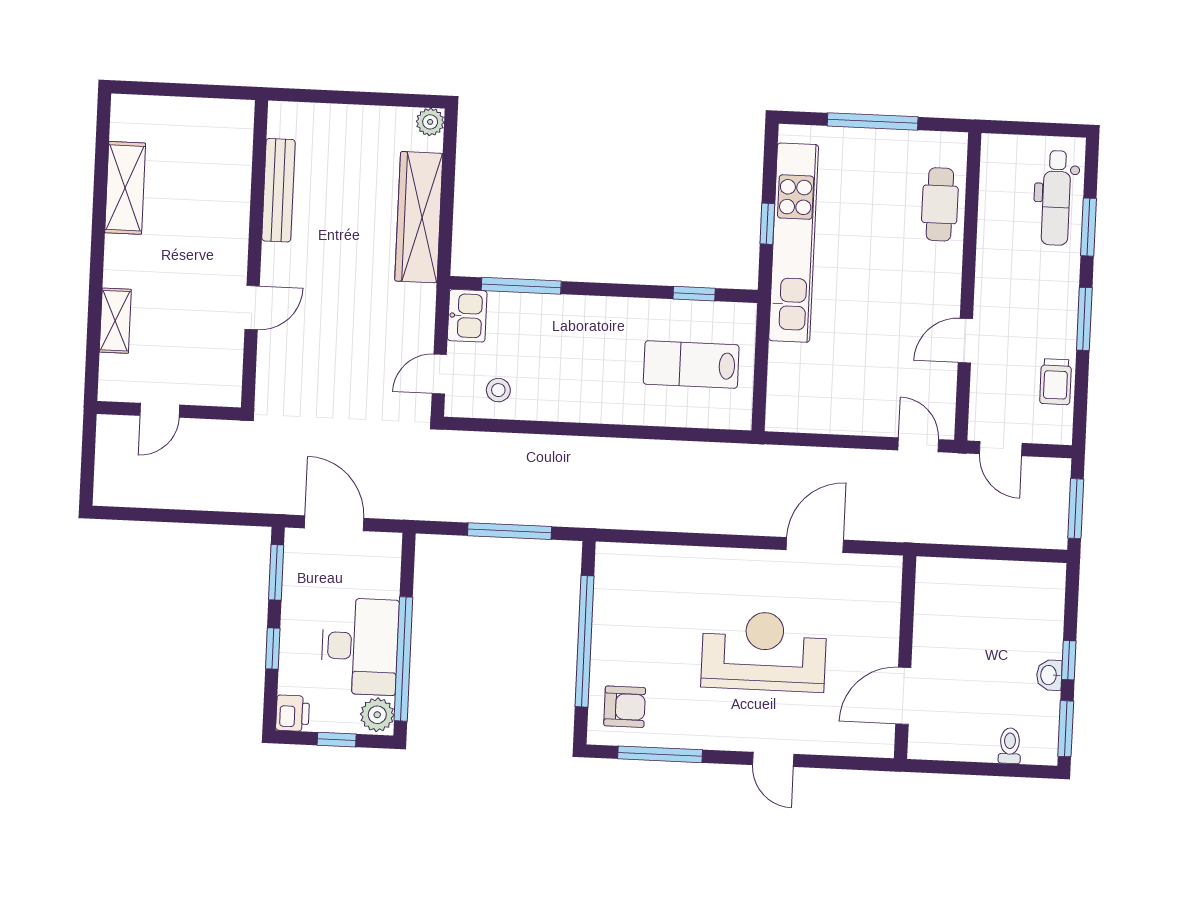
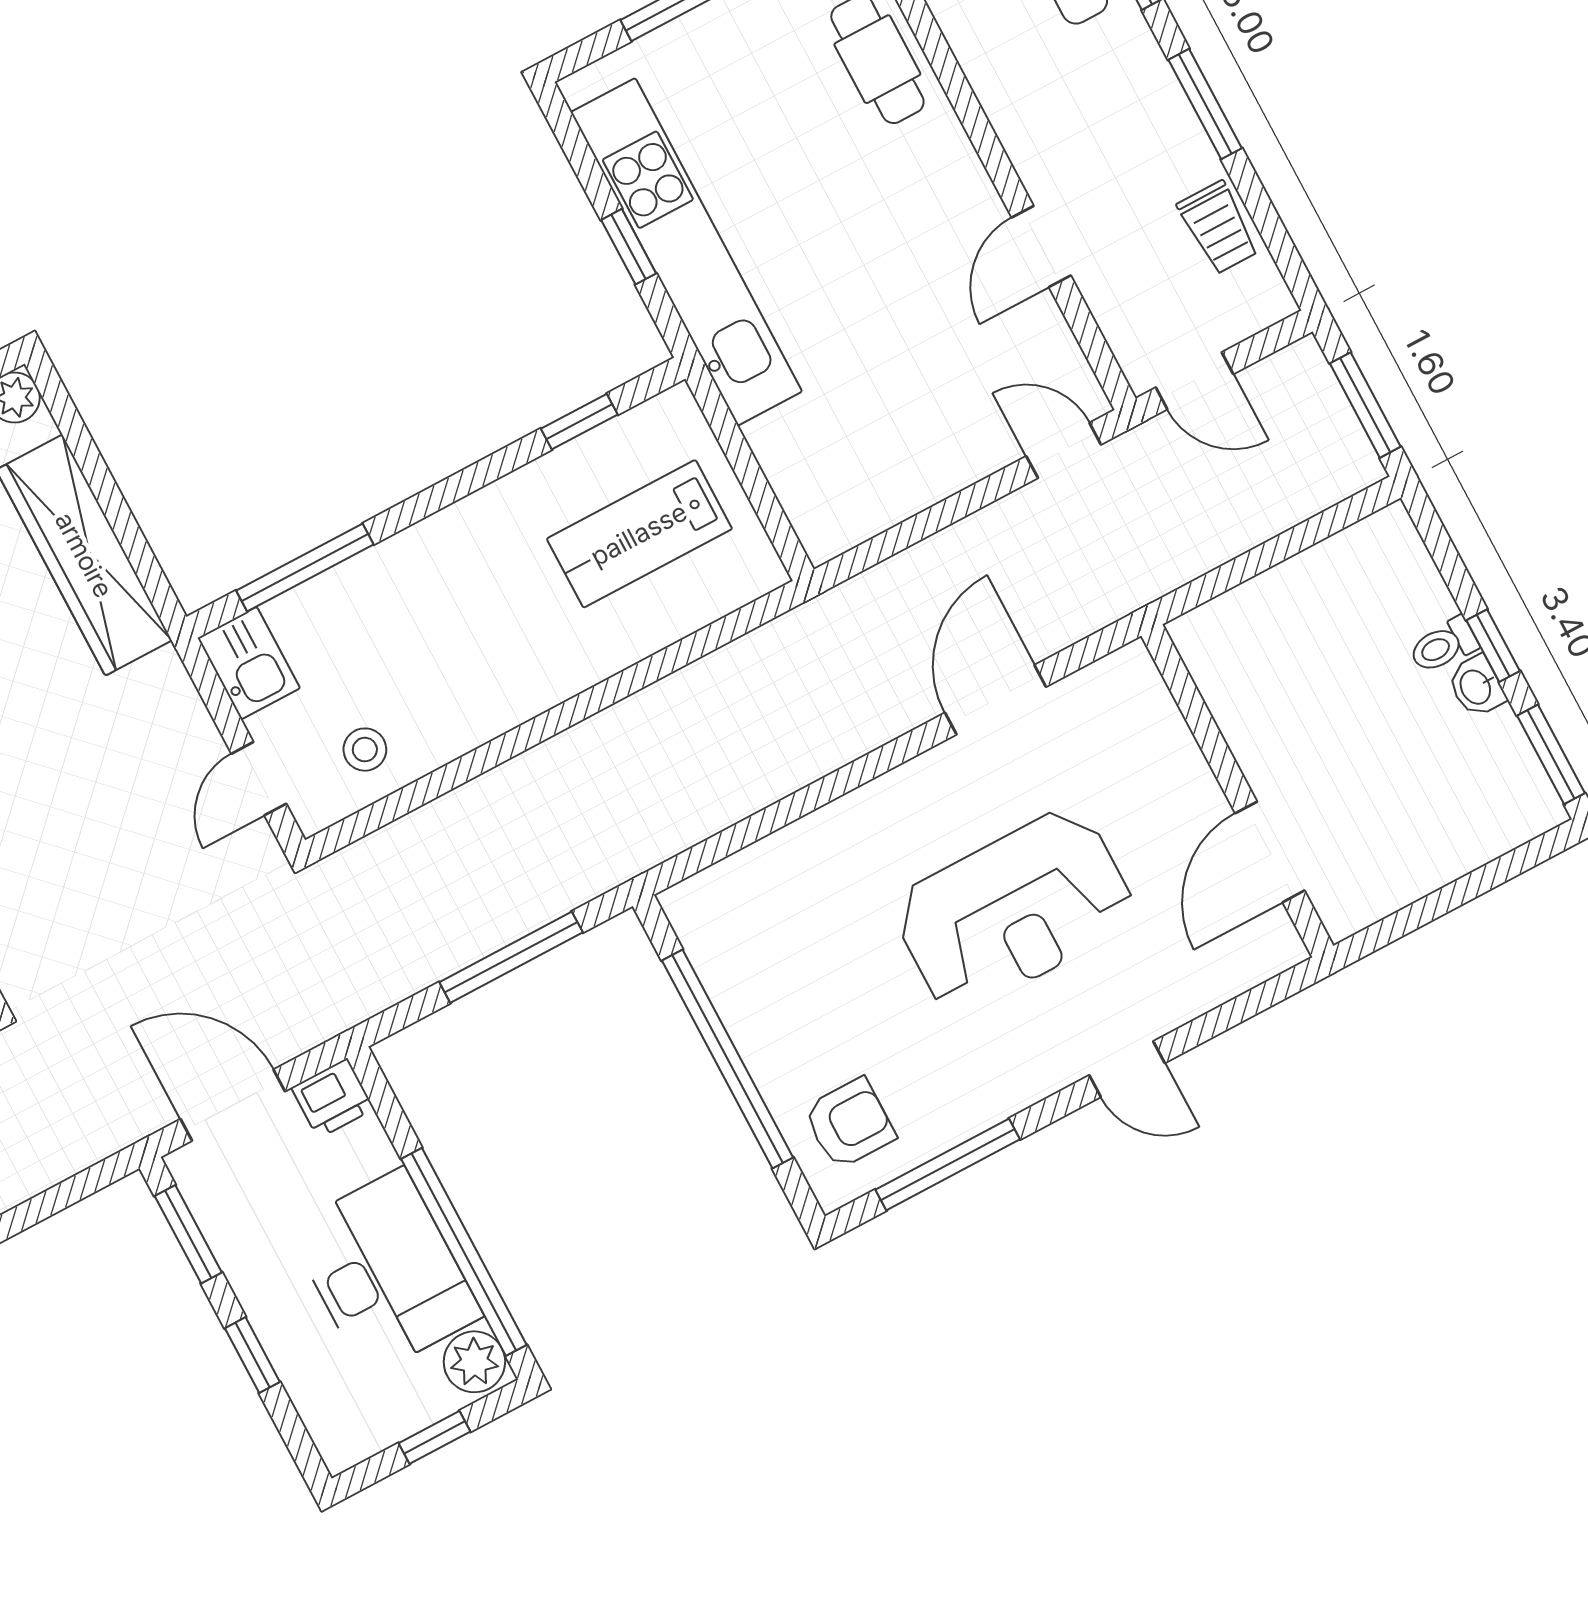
reception desk: (764, 651) -> (1014, 910), turned 180
printer: (293, 713) -> (333, 1098), moved, turned 90
toilet: (1010, 746) -> (1443, 645), moved, turned -90

